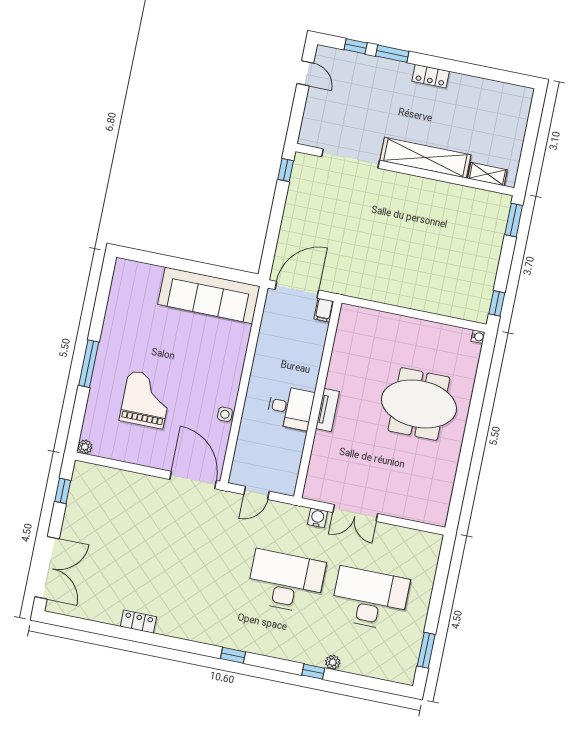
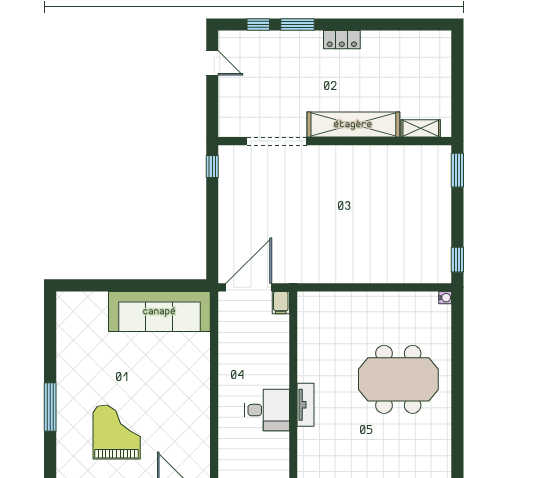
side table: (225, 414) -> (201, 431), removed

